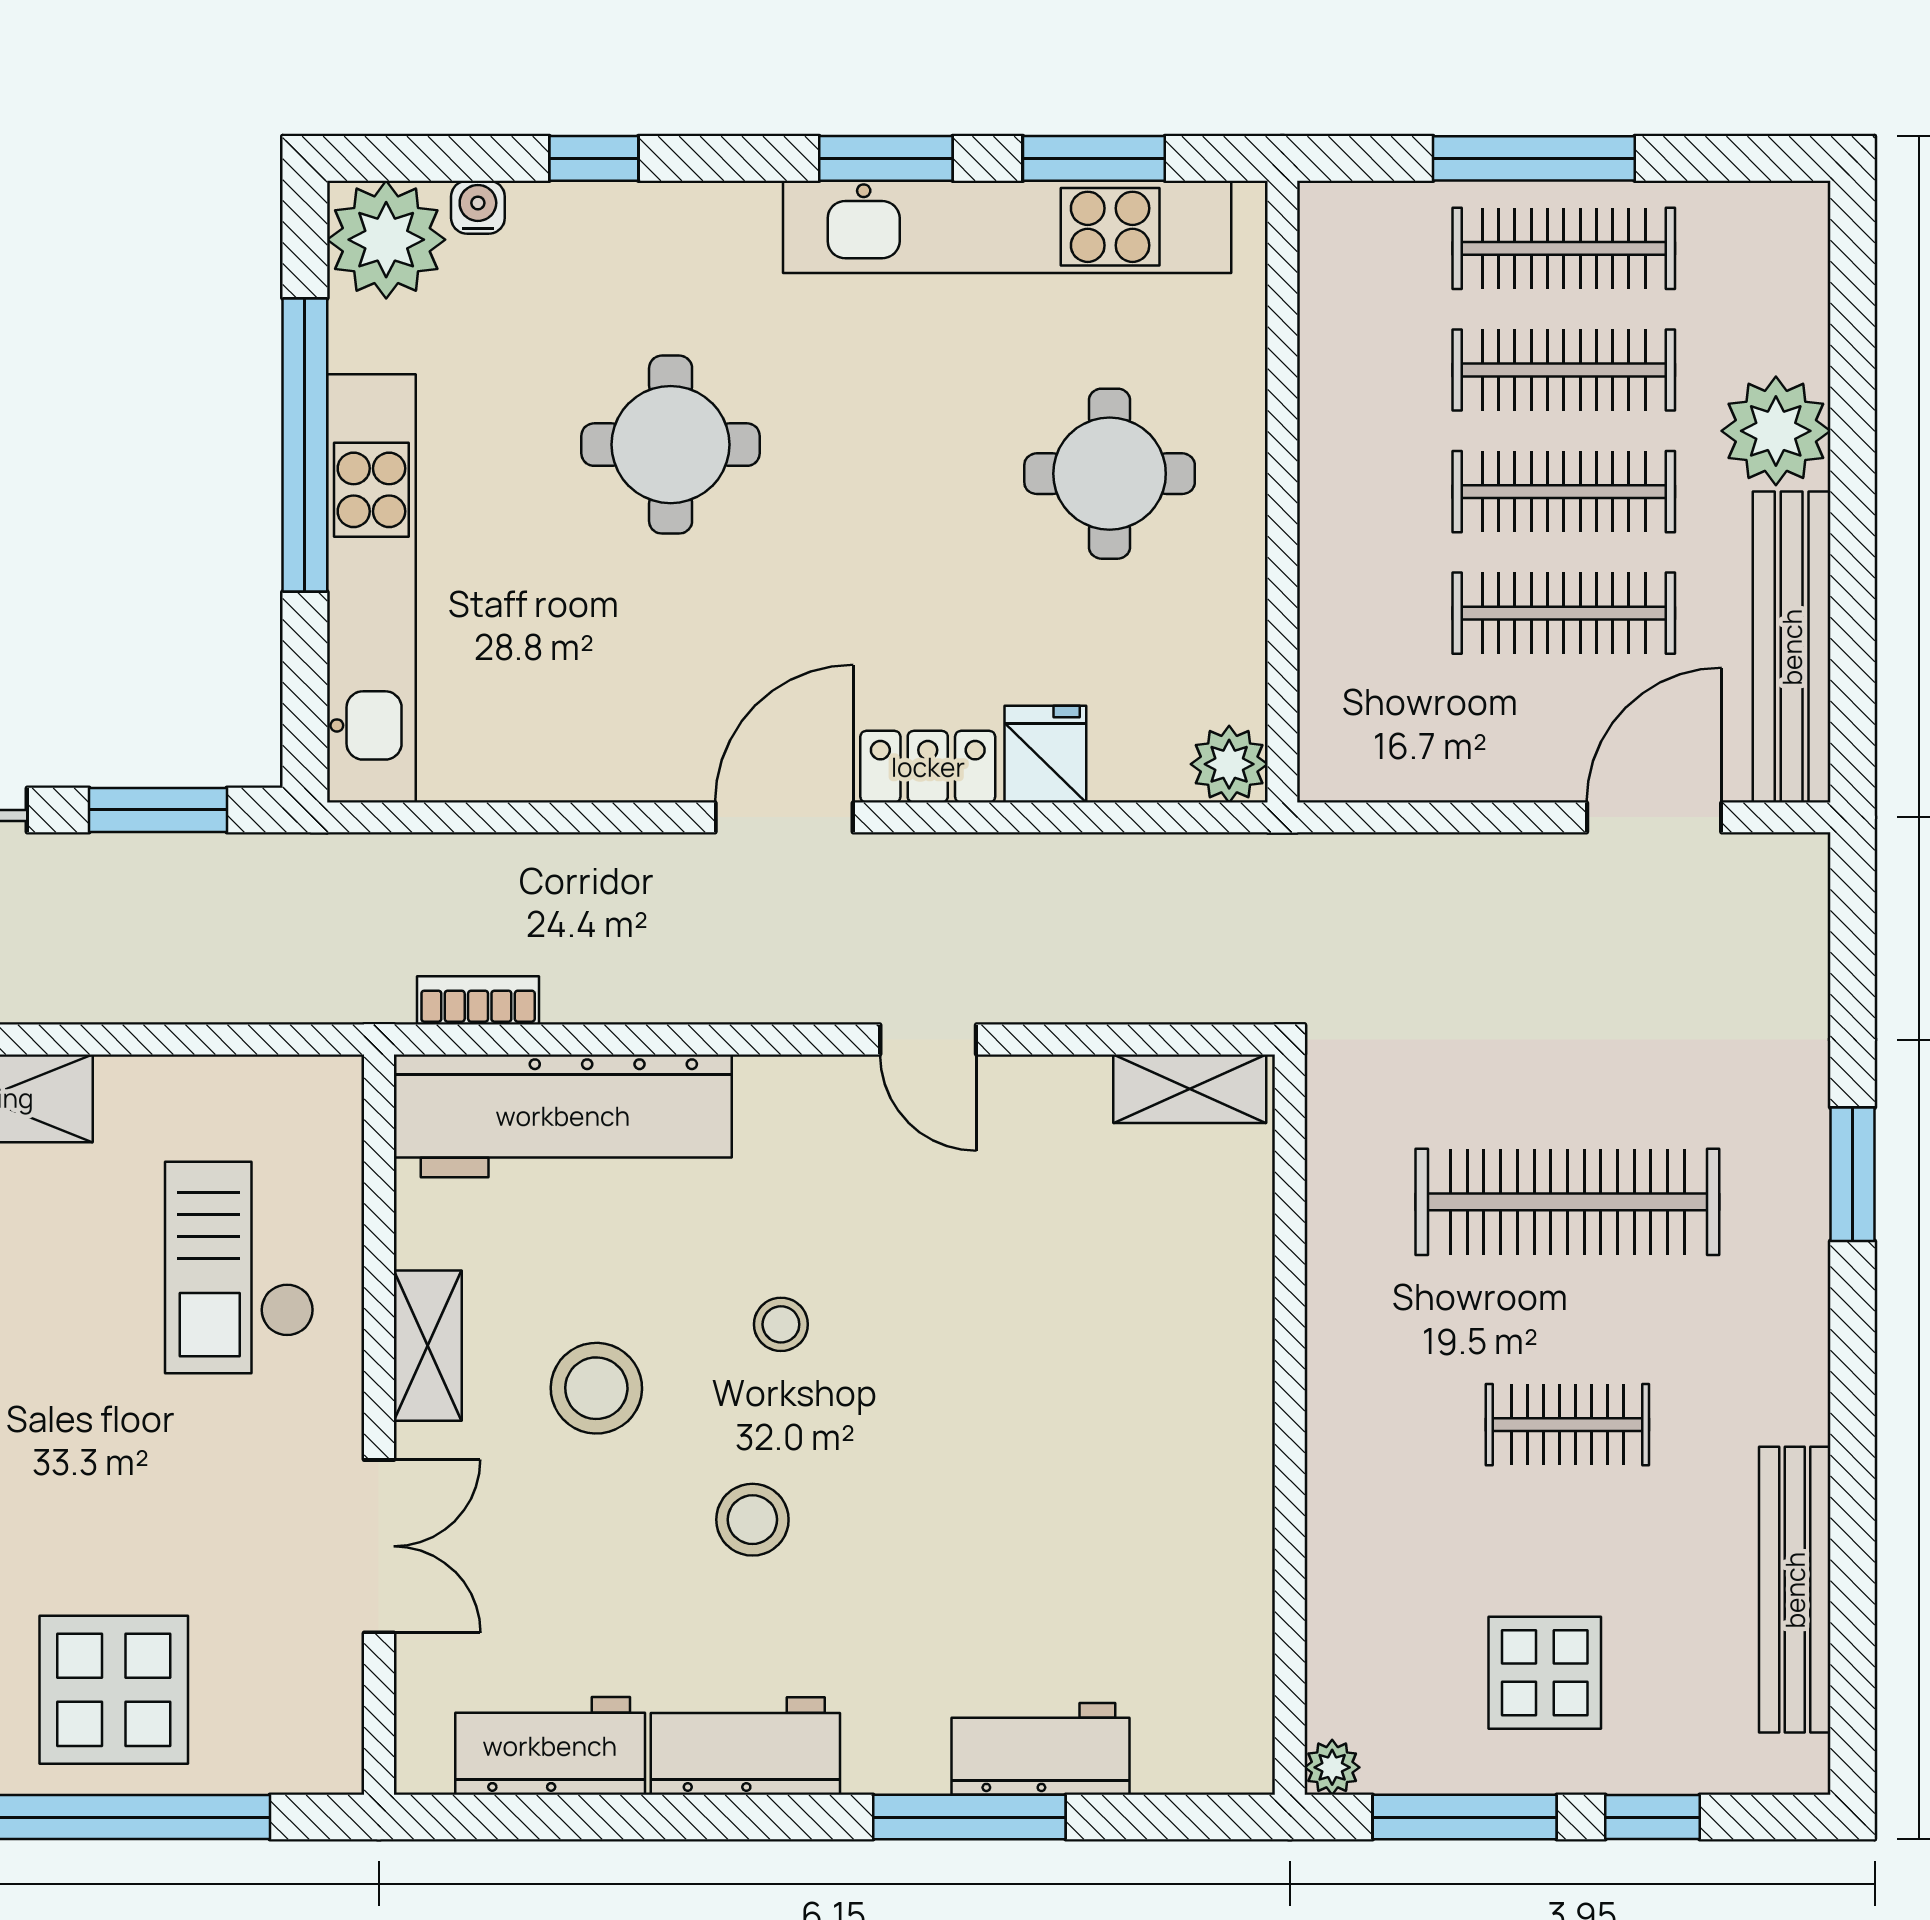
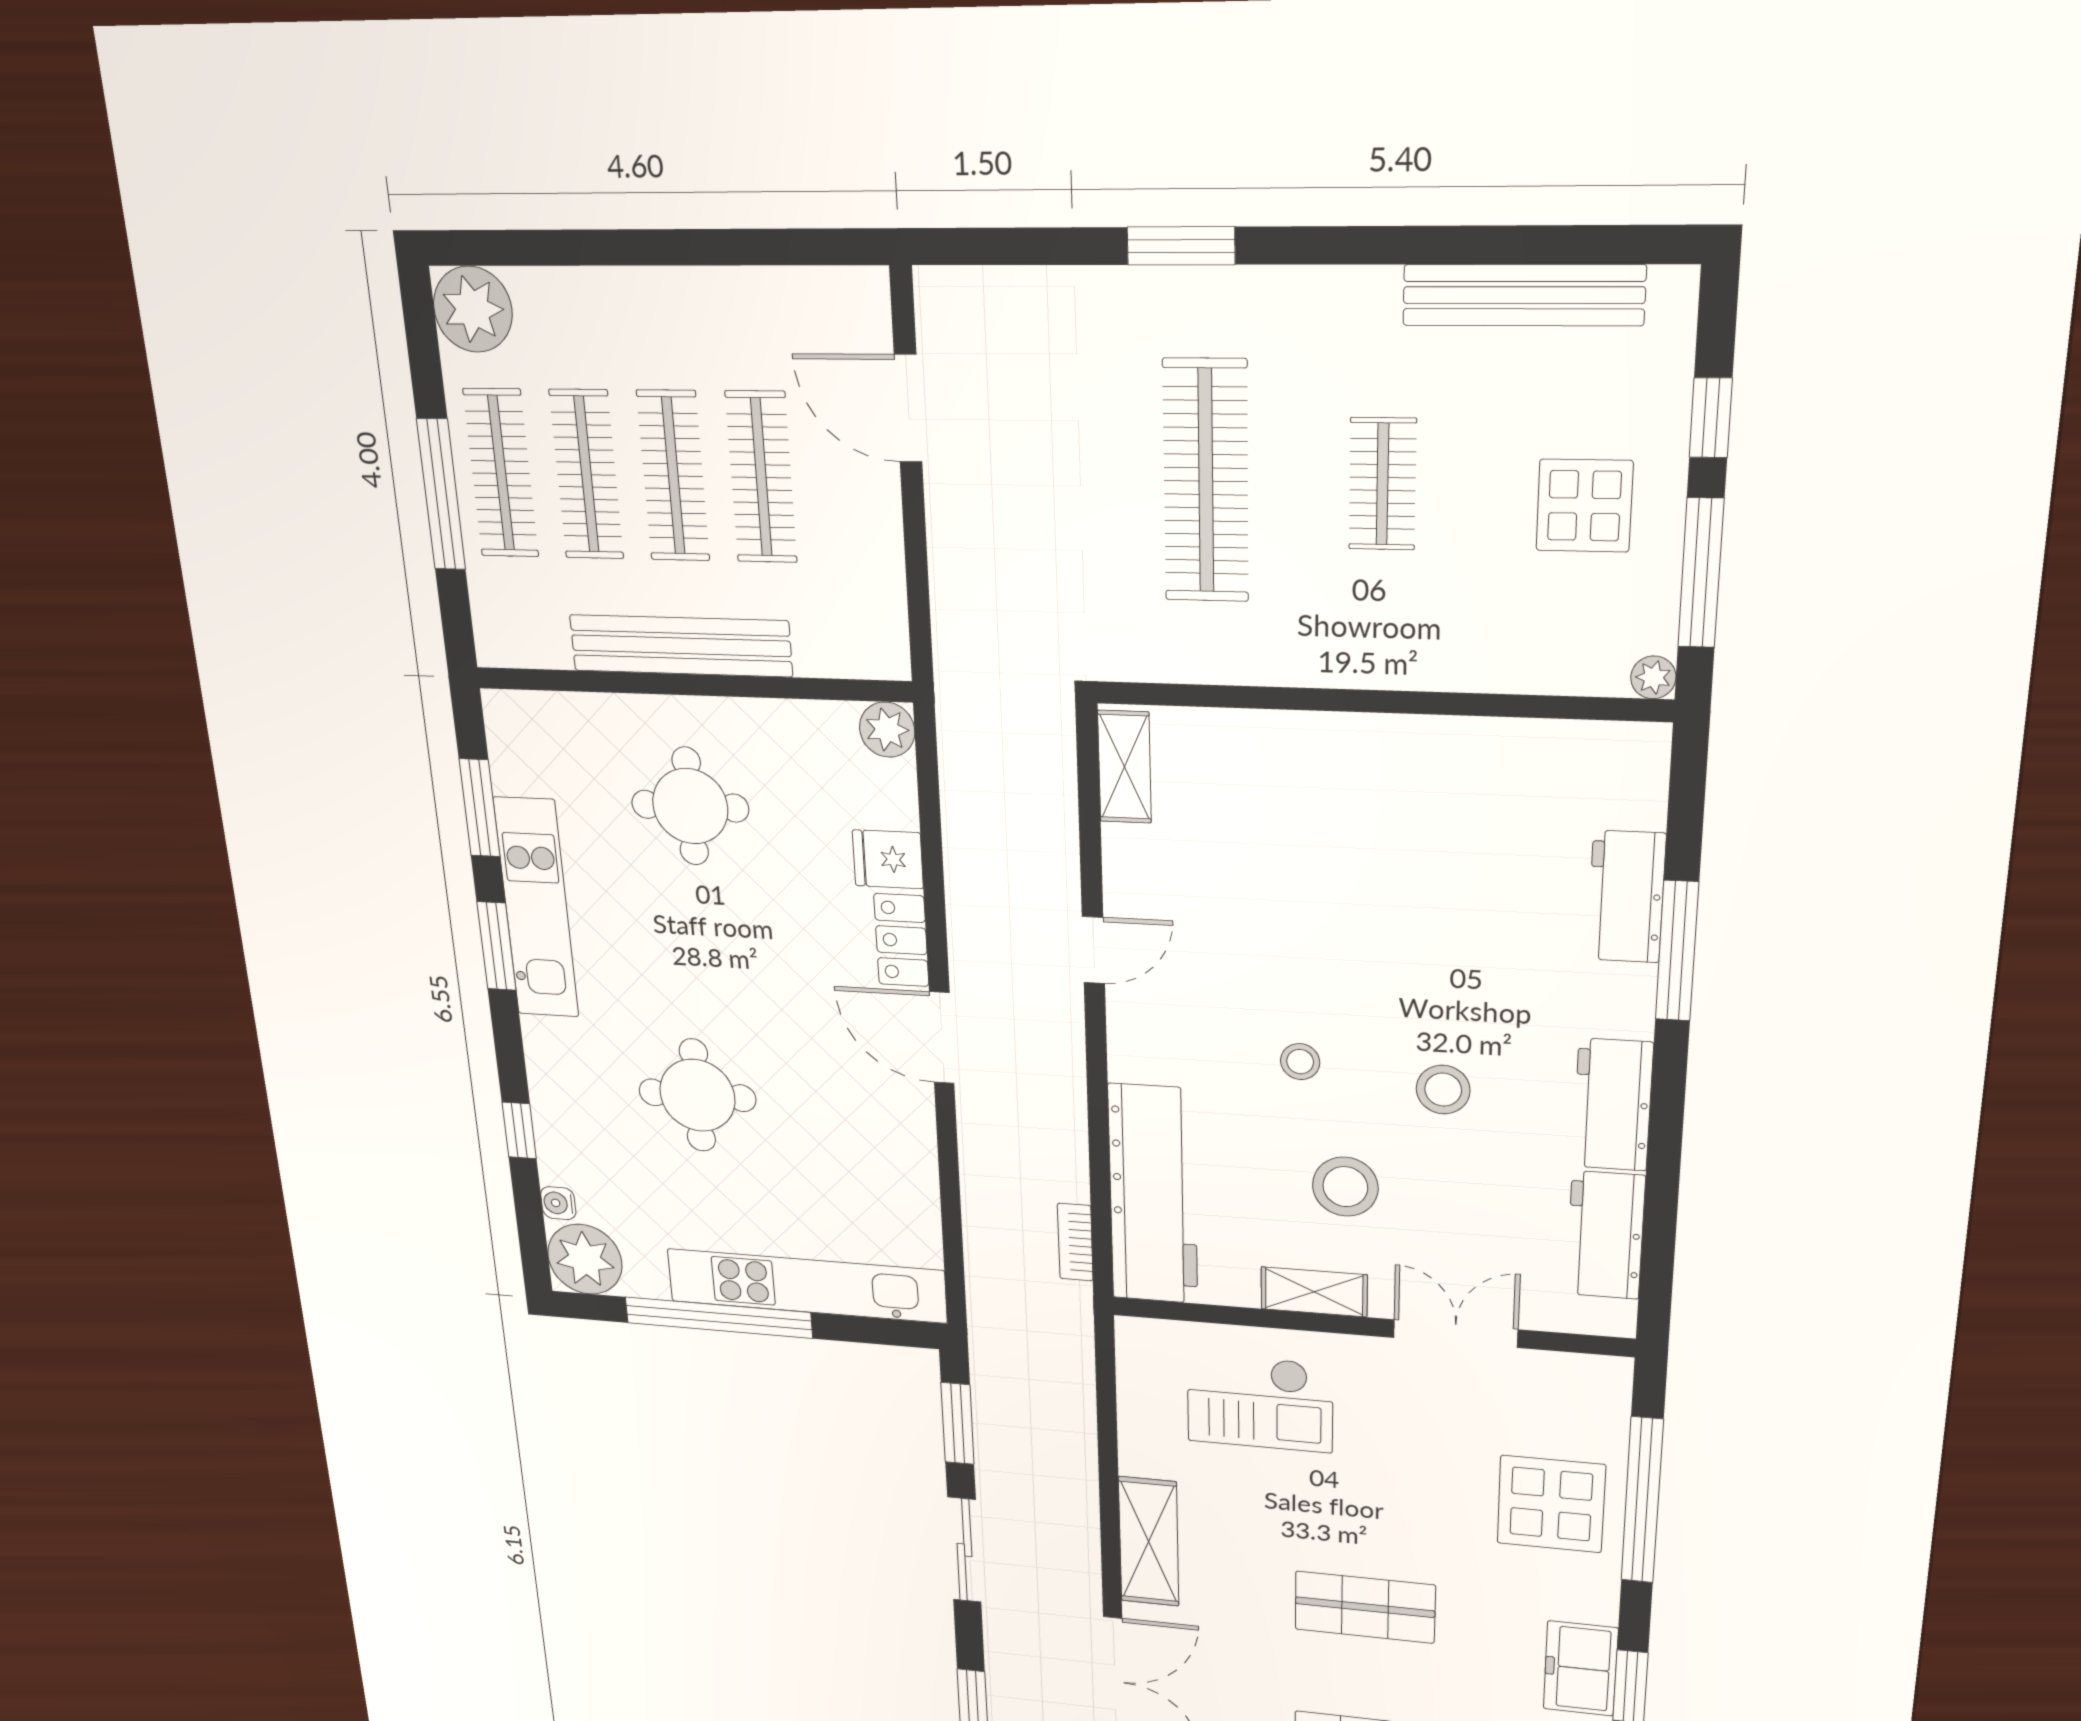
kitchen unit: (1007, 227) -> (536, 908), width x0.73
plant: (1776, 431) -> (473, 309), moved
bench: (1792, 647) -> (681, 646), moved

